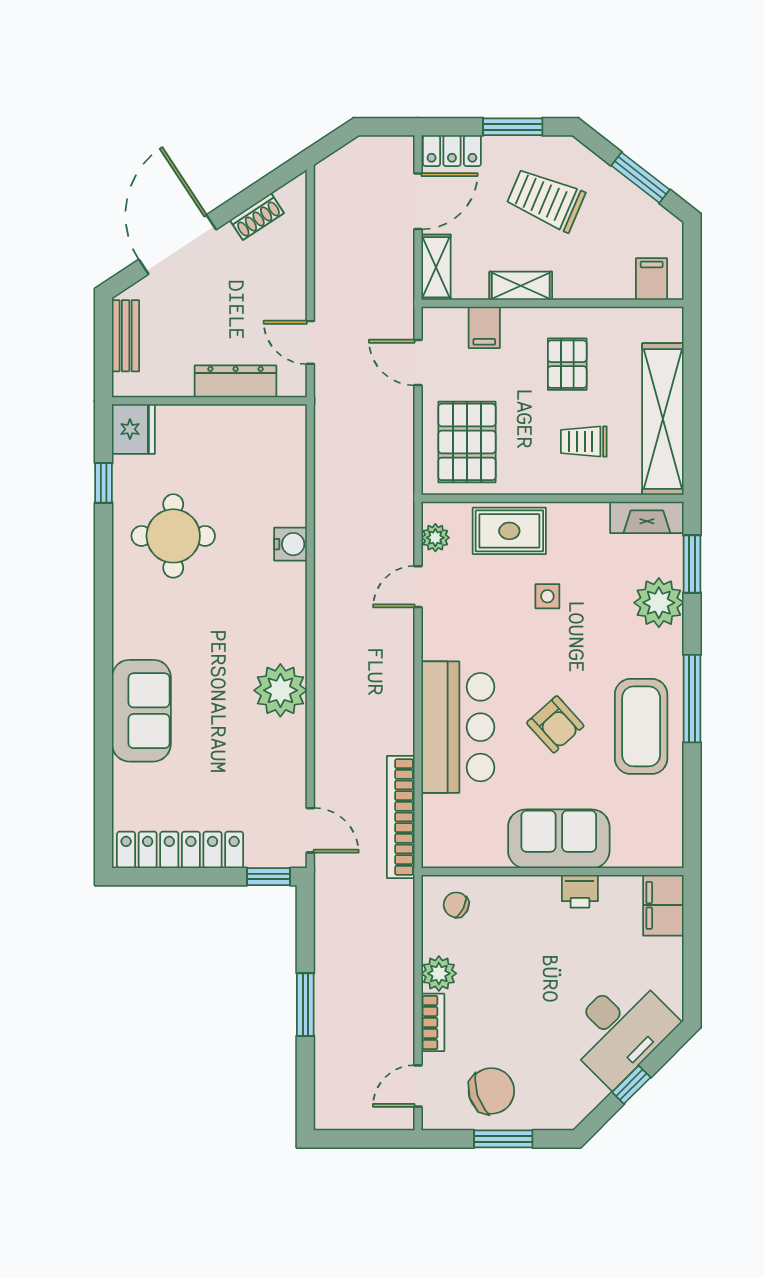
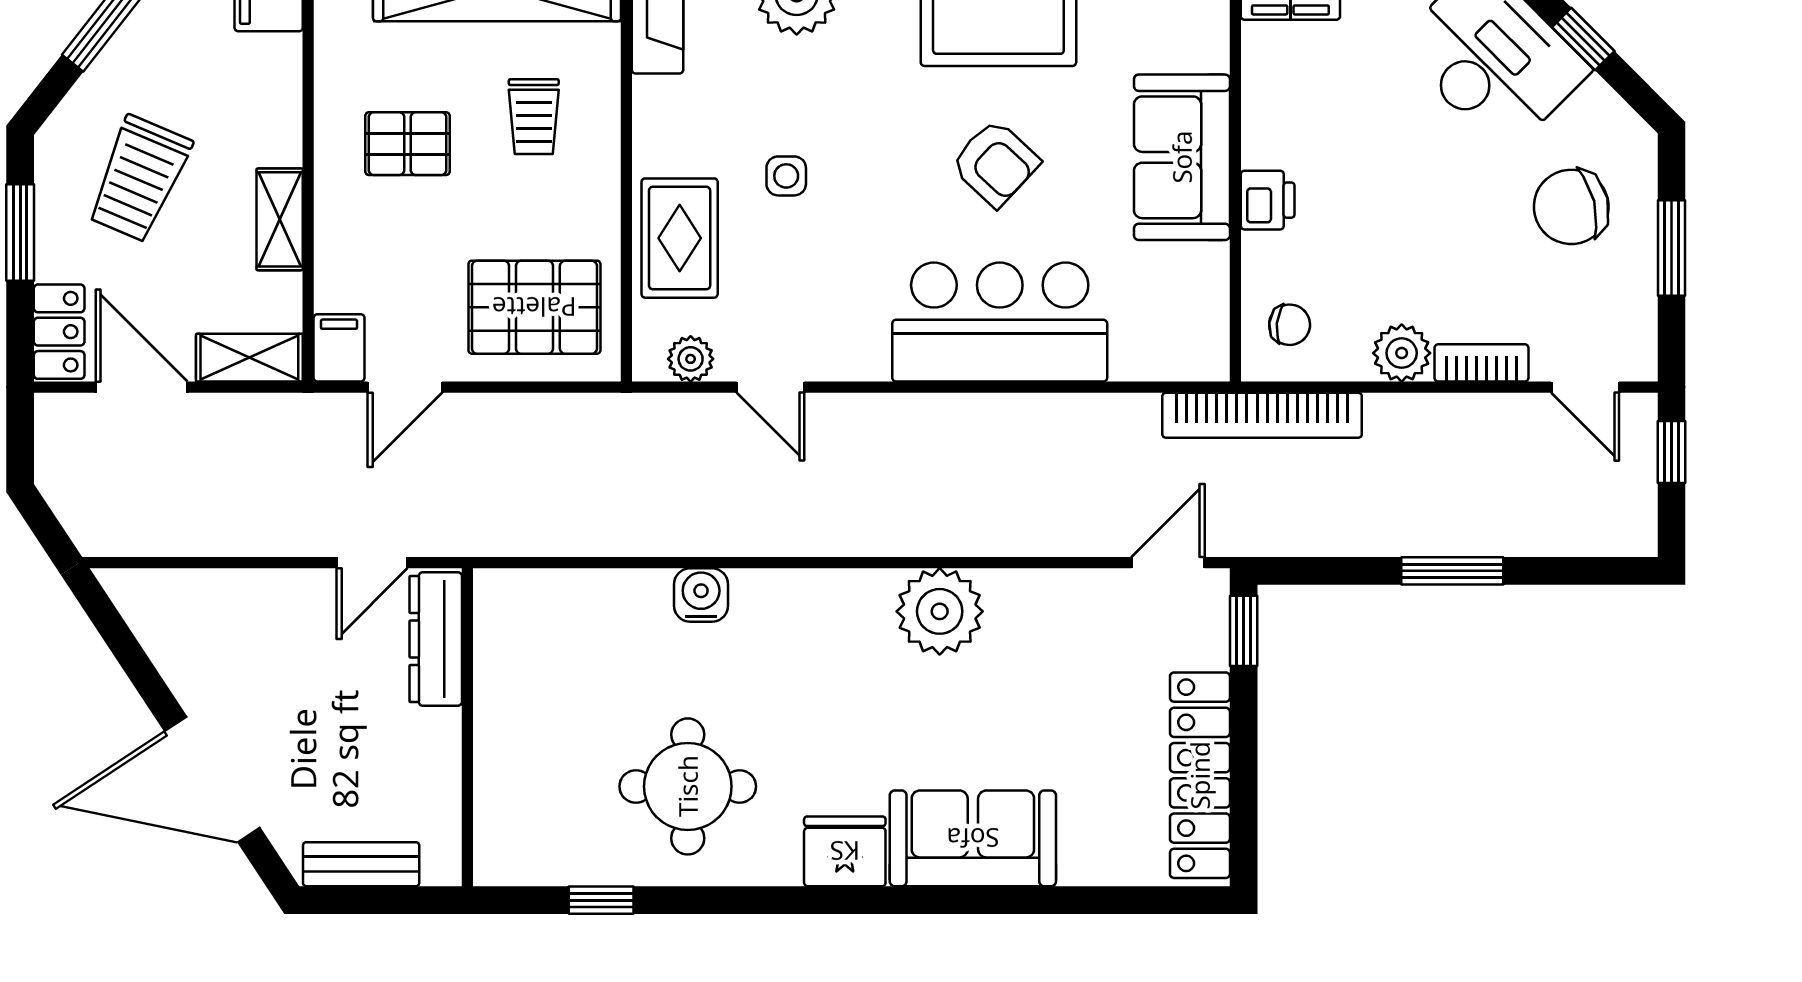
shoe rack: (257, 217) -> (167, 650), removed
filing cabinet: (484, 327) -> (339, 348), moved, turned -90
dresser: (236, 381) -> (436, 639), moved
fridge: (133, 429) -> (845, 851), moved
armchair: (555, 724) -> (995, 163), turned 85
bookcase: (401, 817) -> (1262, 415), moved
printer: (580, 891) -> (1268, 200), moved
chair: (456, 905) -> (1290, 325), turned -111
chair: (491, 1091) -> (1571, 207), moved, turned -86
window: (378, 1139) -> (1672, 452), added

